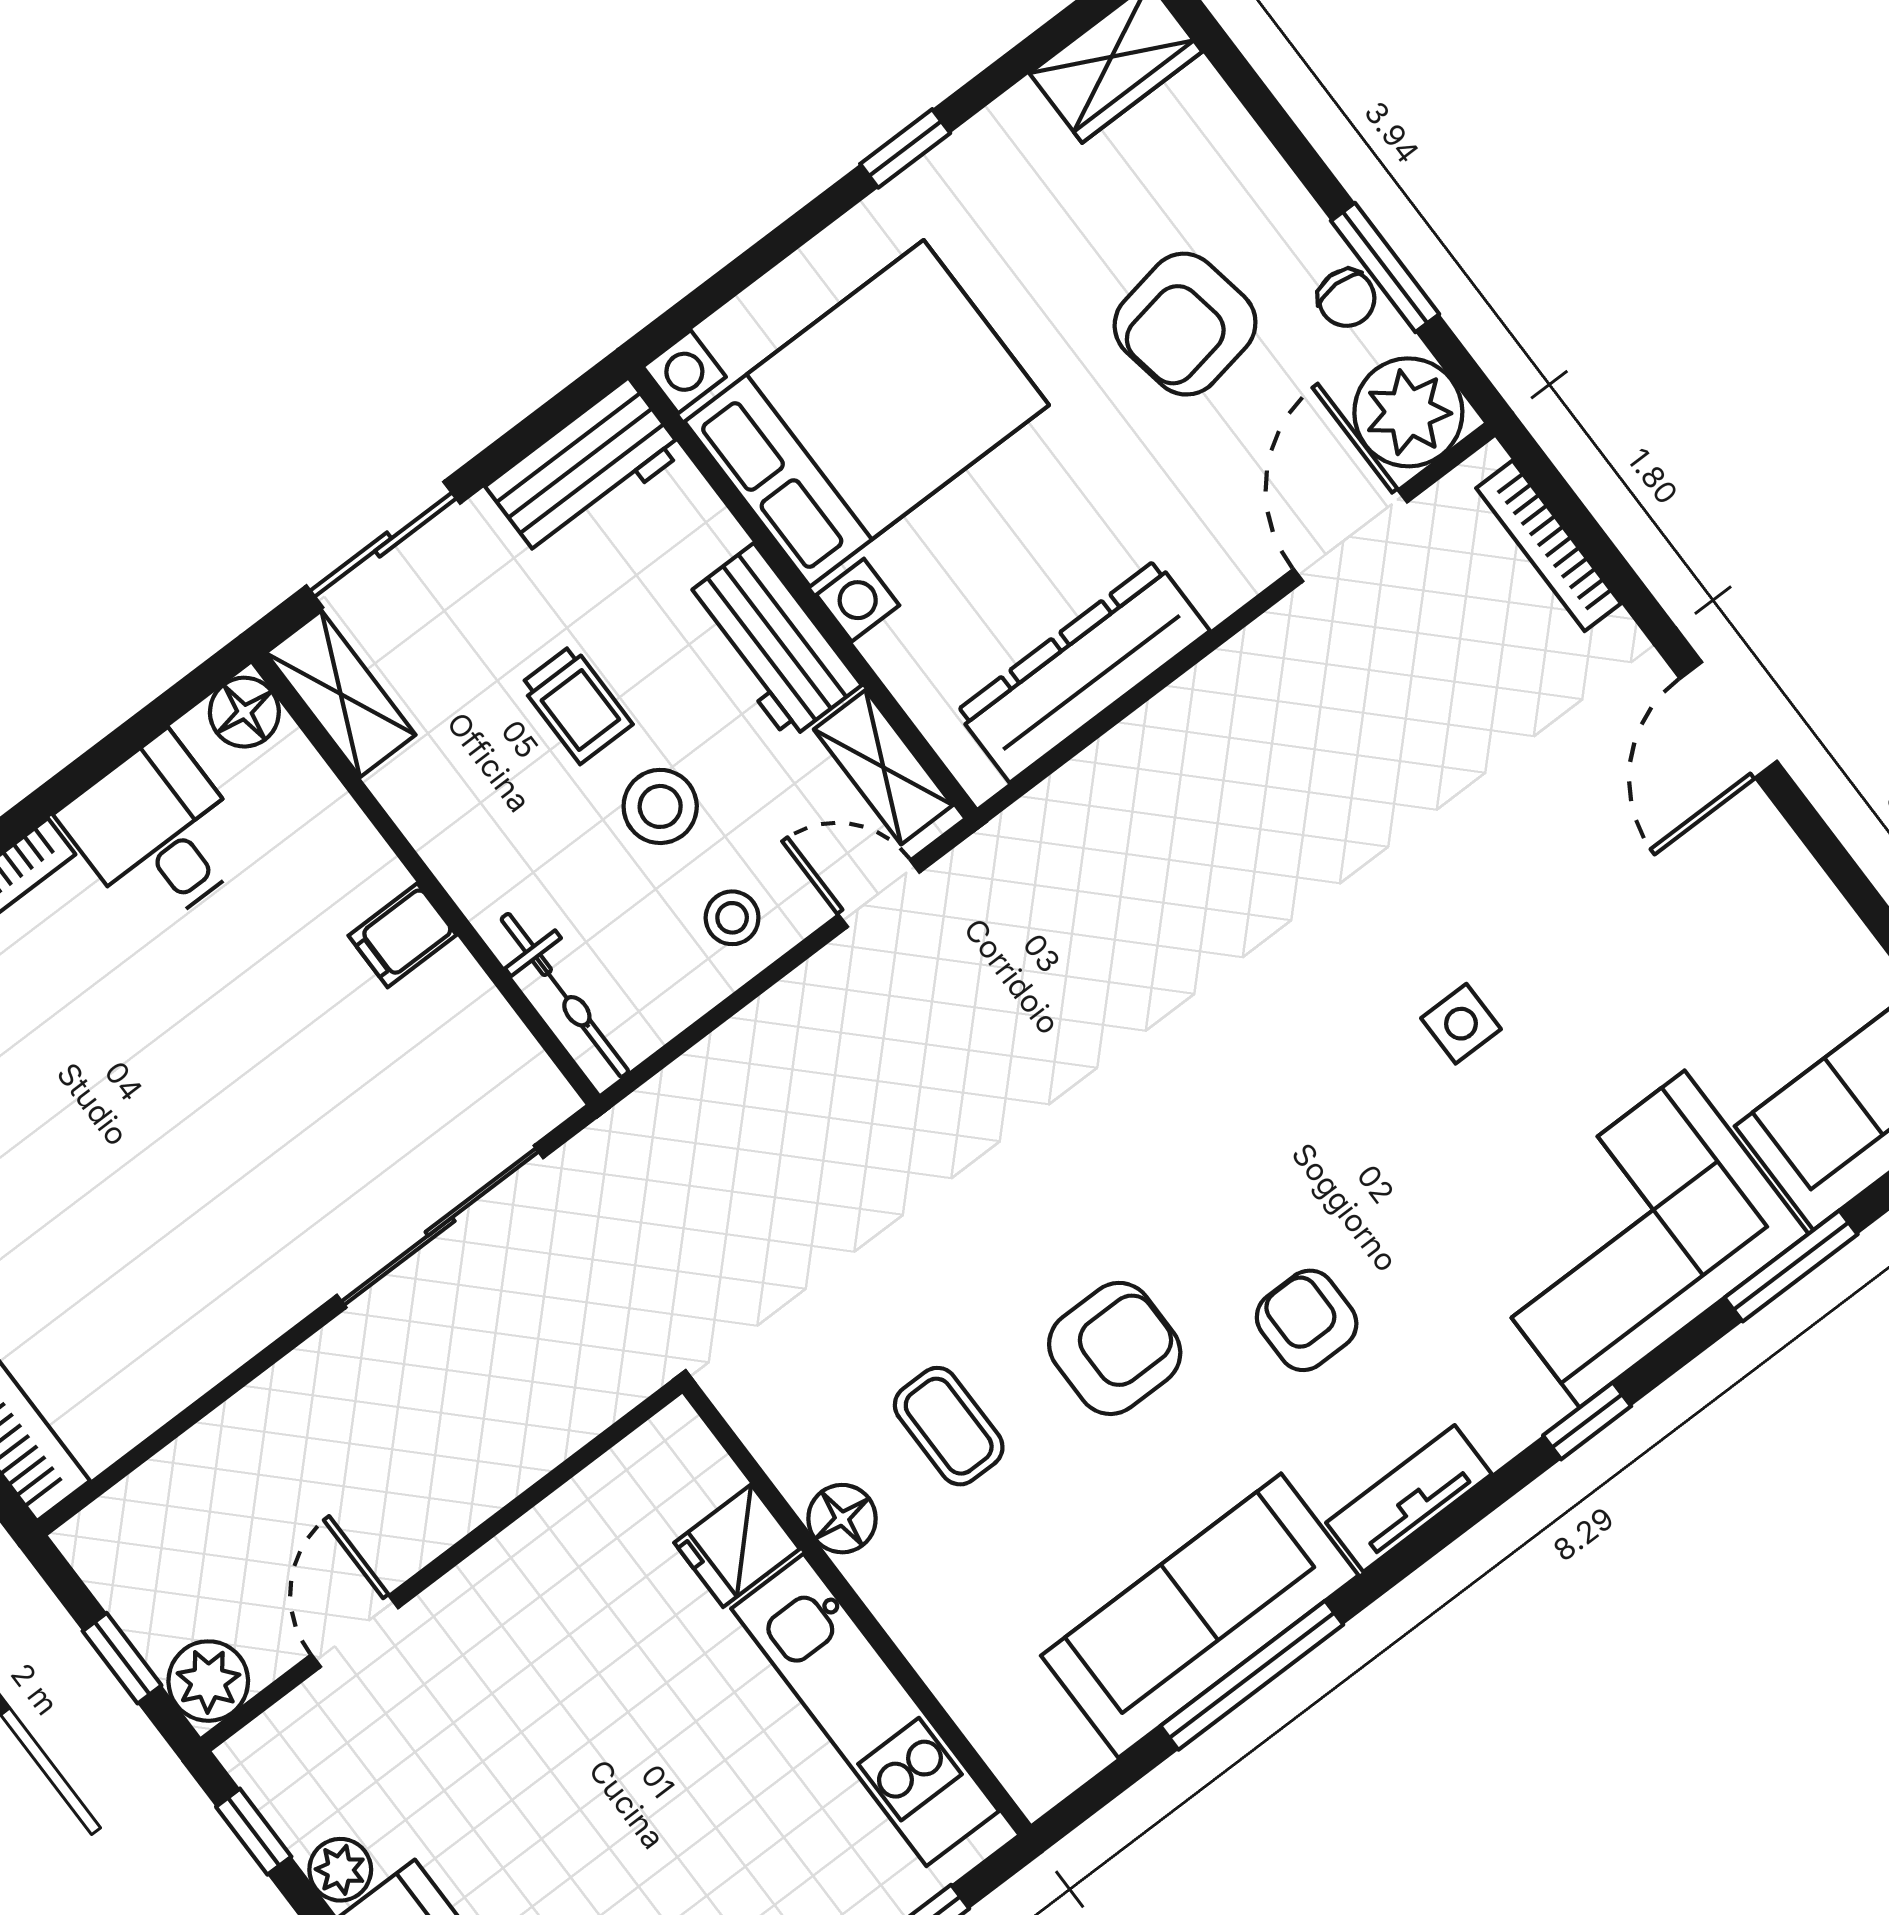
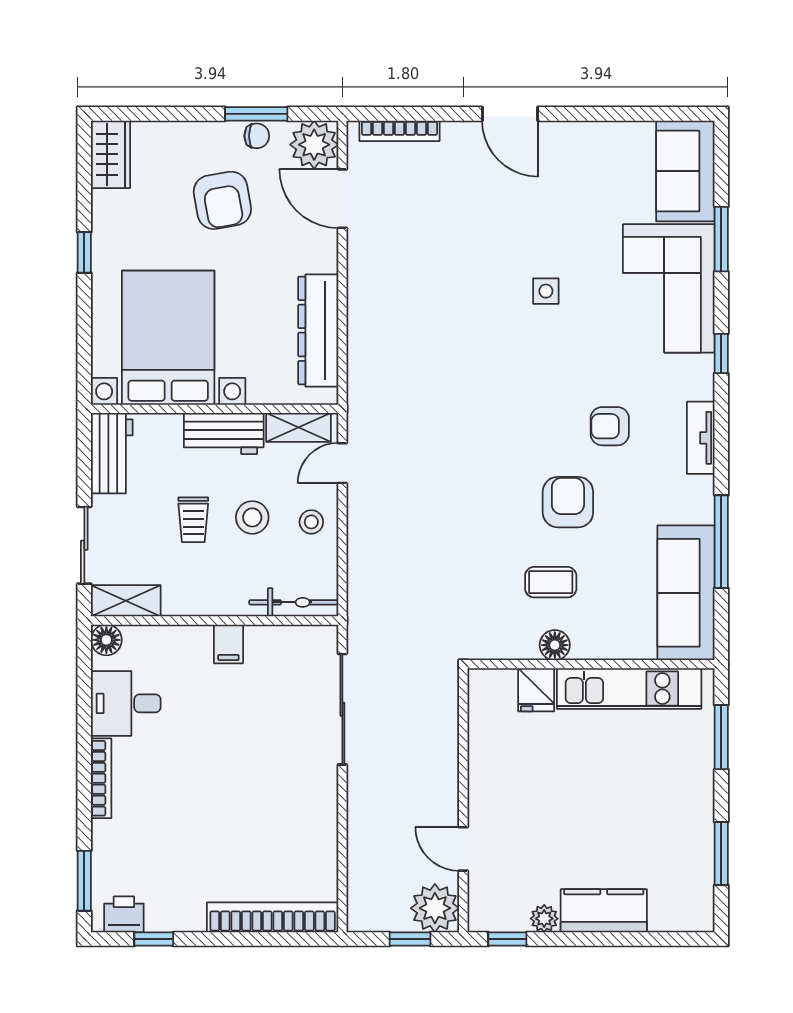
trolley: (576, 704) -> (193, 520), turned 90
sofa: (1200, 1616) -> (686, 593), moved
plant: (208, 1681) -> (435, 908), width x1.36, depth x1.36

